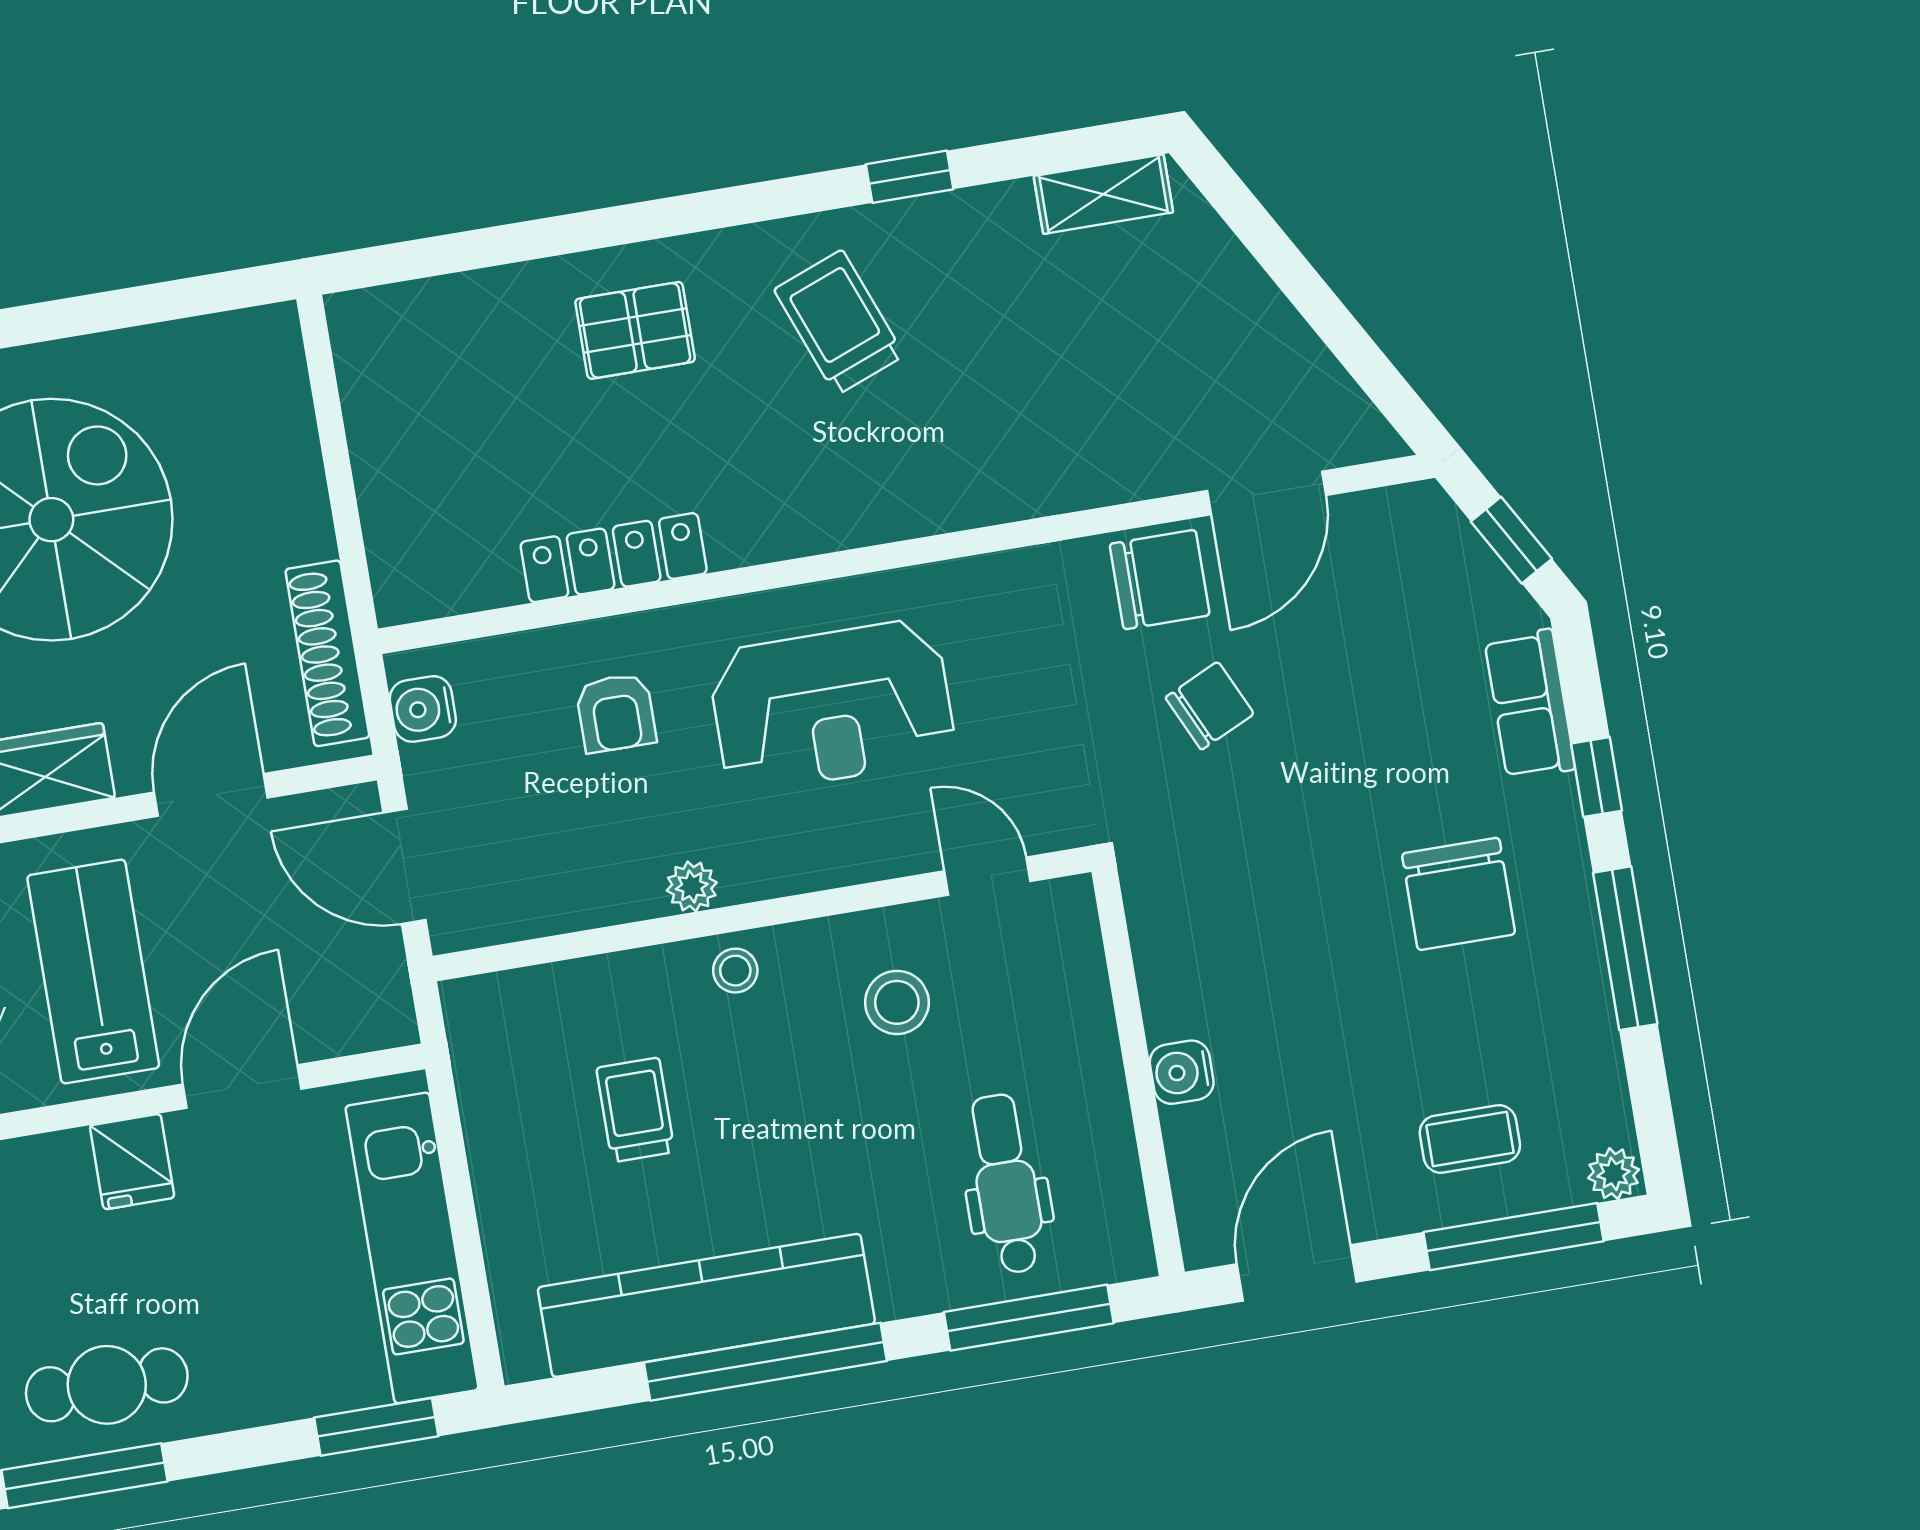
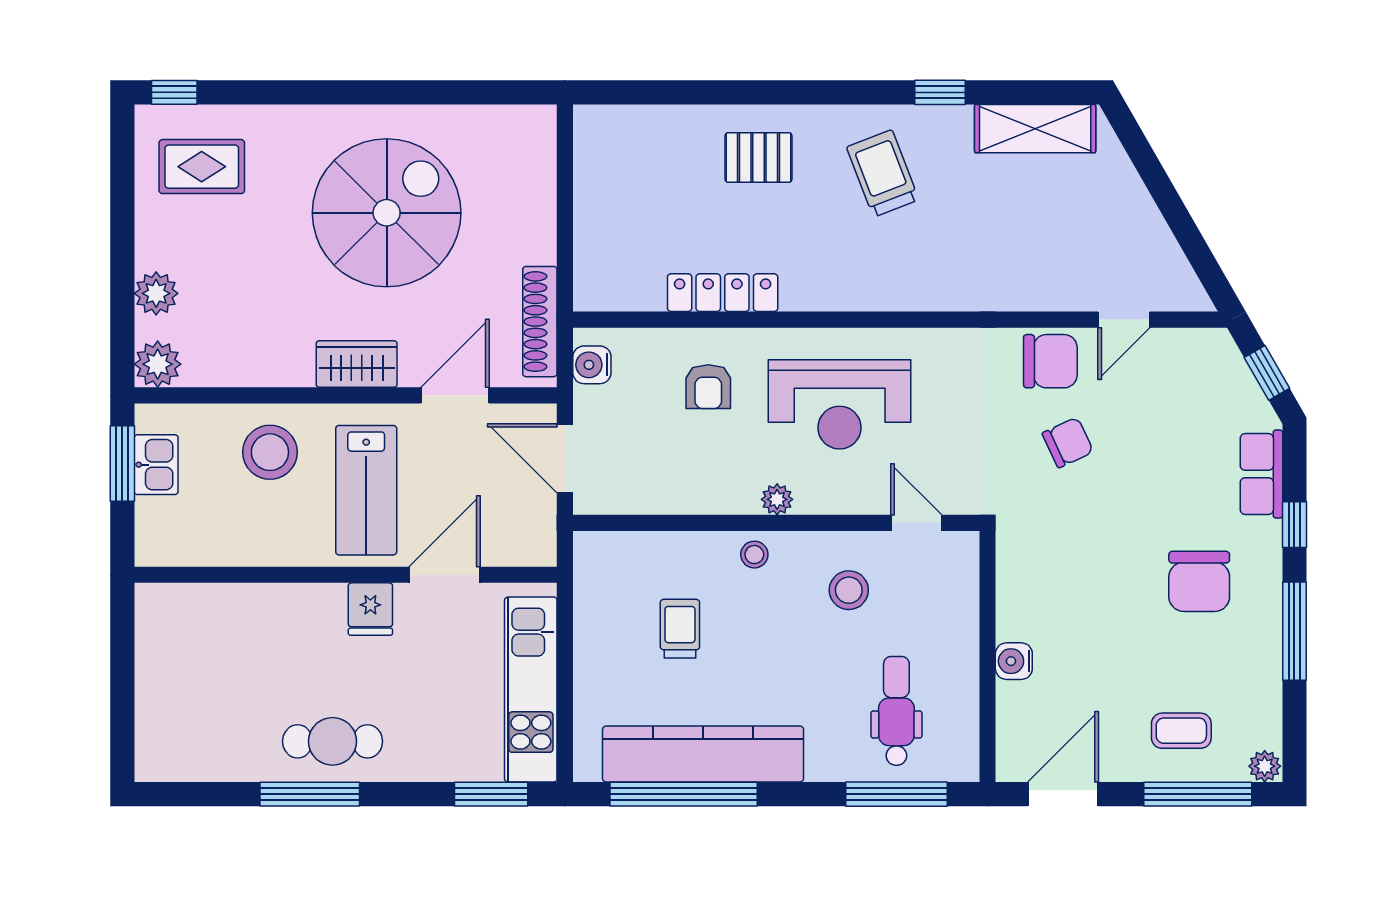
shelving: (1103, 194) -> (1035, 129), width x1.50, depth x1.33
door: (1267, 493) -> (1124, 320), width x0.73
plant: (692, 887) -> (777, 499), moved
lab bench: (93, 972) -> (366, 490), turned 180
window: (765, 1362) -> (684, 794), moved

